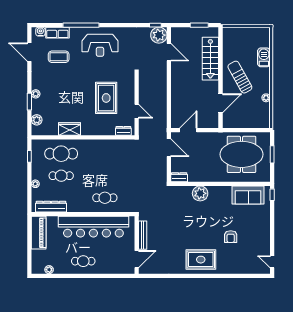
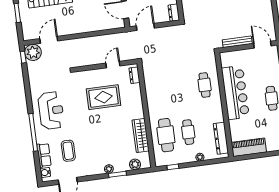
wardrobe: (70, 129) -> (141, 135), width x1.50
bar counter: (93, 227) -> (235, 93), width x0.73

